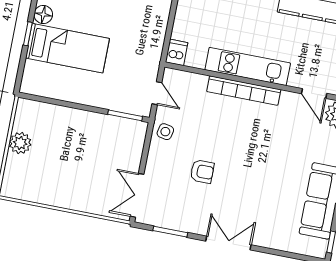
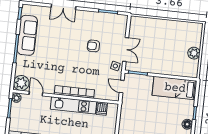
bed: (67, 48) -> (175, 88), moved
dishwasher: (177, 52) -> (102, 109), moved
double door: (137, 195) -> (126, 50), moved
double door: (228, 243) -> (63, 7), moved

